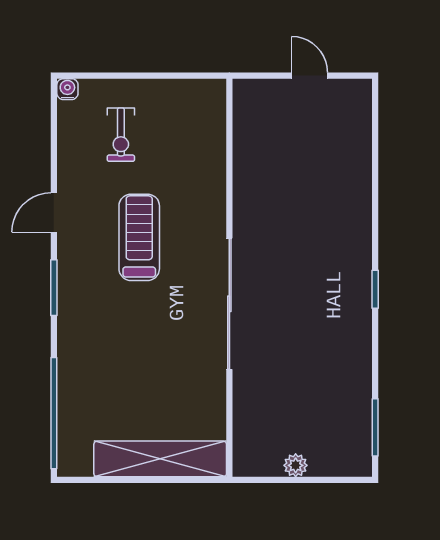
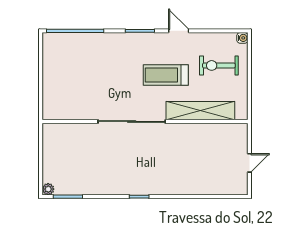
exercise bike: (121, 135) -> (219, 65), width x1.38, depth x1.39
treadmill: (139, 237) -> (166, 75), turned 180
shelving: (160, 459) -> (200, 111), moved, turned 90
plant: (296, 465) -> (48, 189), moved

